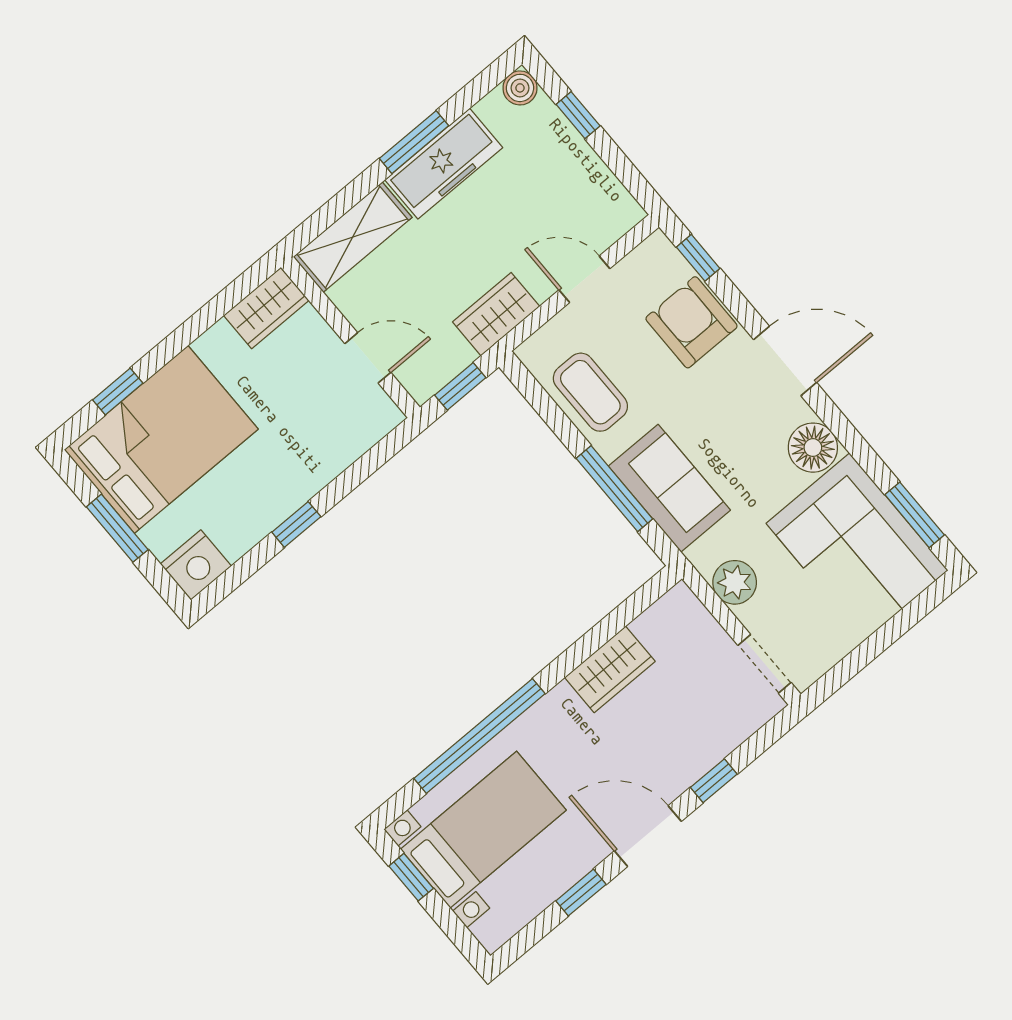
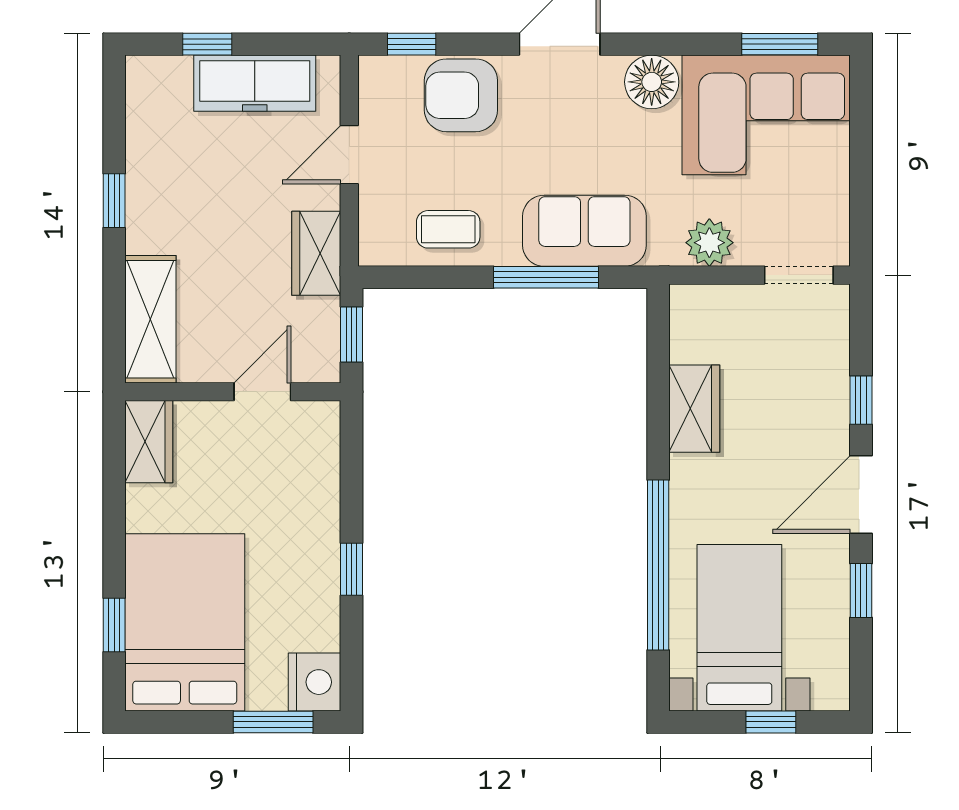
boiler: (520, 88) -> (143, 74), removed
window: (414, 142) -> (114, 201), width x0.67
freezer: (444, 164) -> (255, 83), moved, turned 90
coffee table: (590, 392) -> (448, 229), width x0.73, depth x0.77
window: (117, 528) -> (273, 722), moved
window: (411, 877) -> (771, 722), moved

